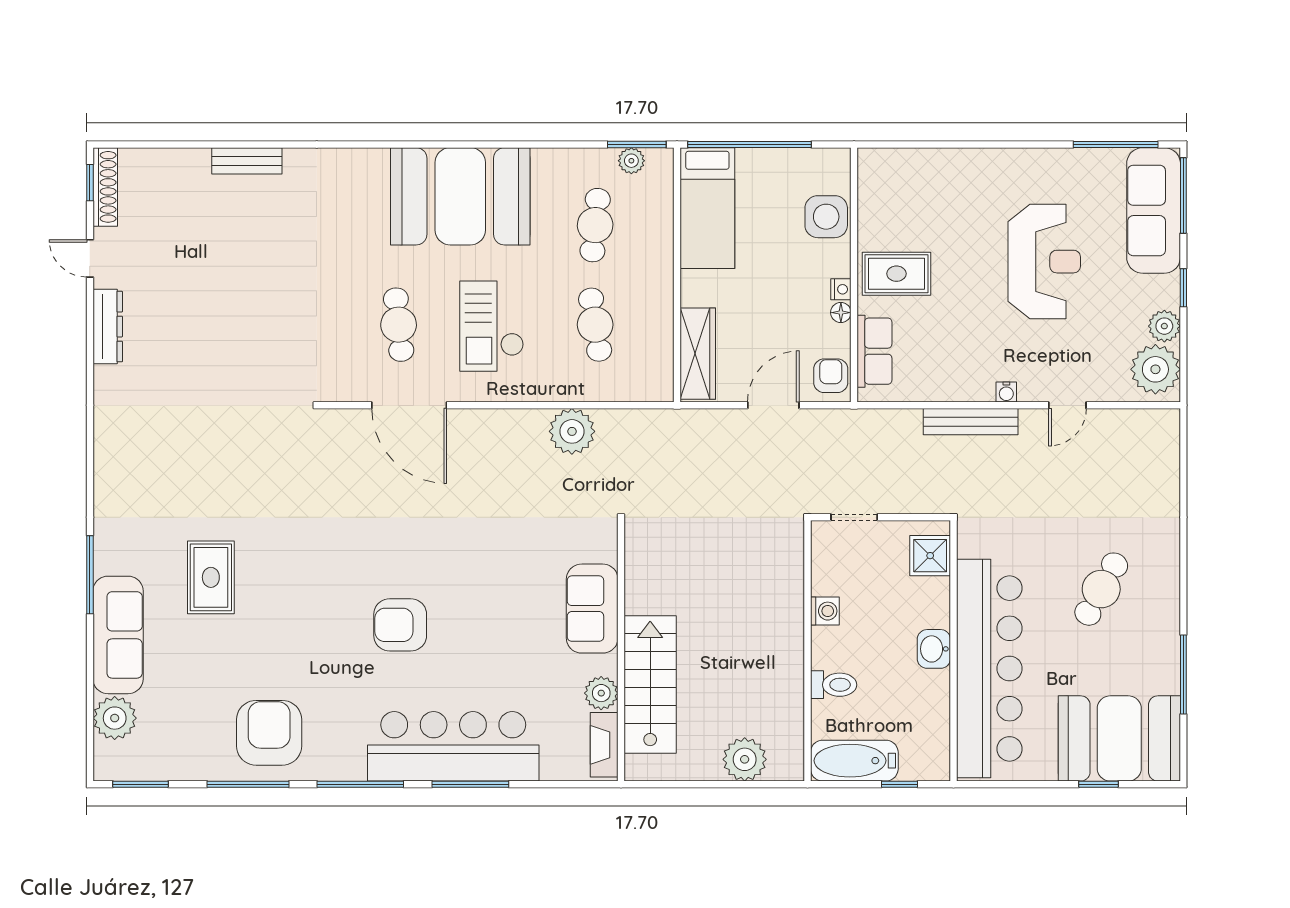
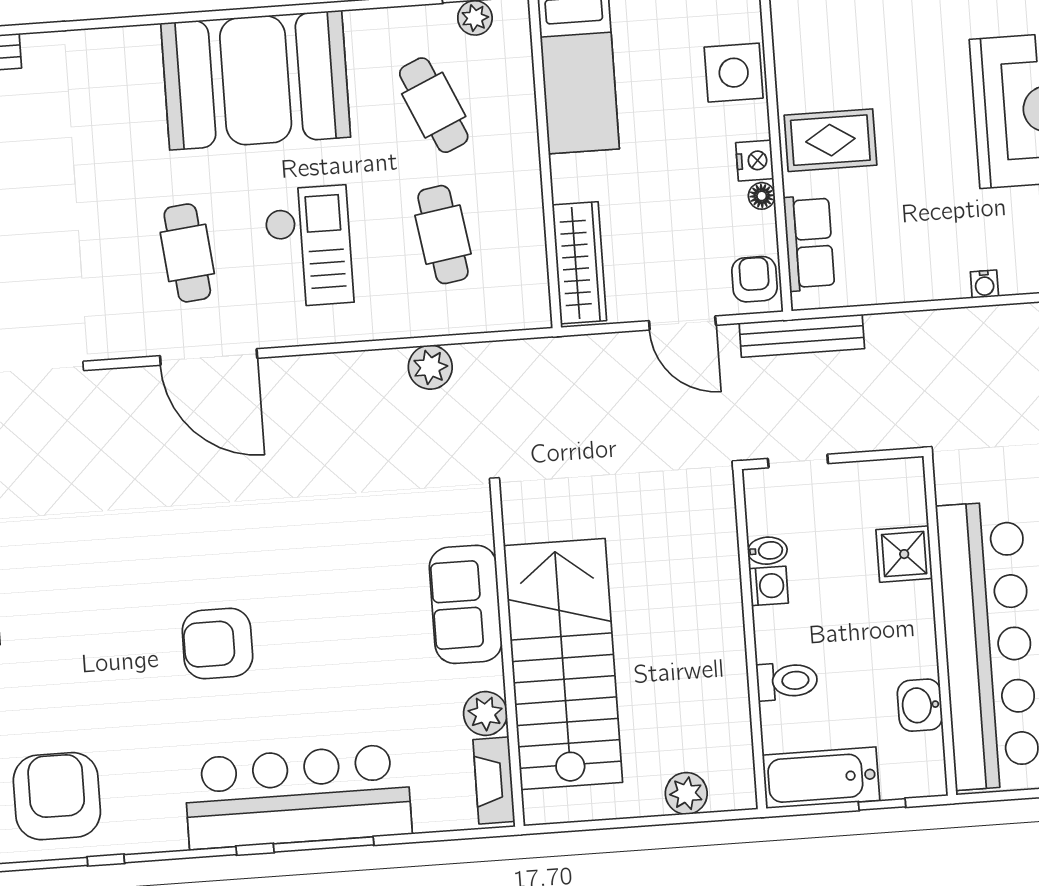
cafe table: (595, 225) -> (434, 105), turned -30
nightstand: (841, 289) -> (755, 161), width x1.39, depth x1.35
checkout: (492, 326) -> (309, 246), turned 180
door: (773, 405) -> (682, 323), swing flipped
bench: (971, 422) -> (802, 336), moved
plant: (572, 431) -> (430, 367), width x0.73, depth x0.73
shower: (930, 556) -> (904, 554), moved
bidet: (826, 584) -> (767, 551), added
washbasin: (934, 649) -> (920, 705), moved
stairs: (650, 685) -> (563, 664), width x1.36, depth x1.51
plant: (745, 759) -> (686, 793), width x0.73, depth x0.73

